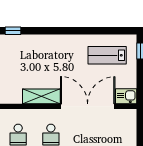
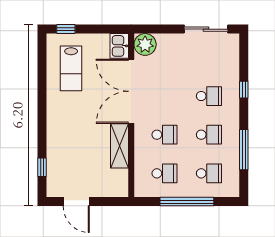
window: (13, 31) -> (42, 167), moved
plant: (127, 118) -> (145, 44), added

